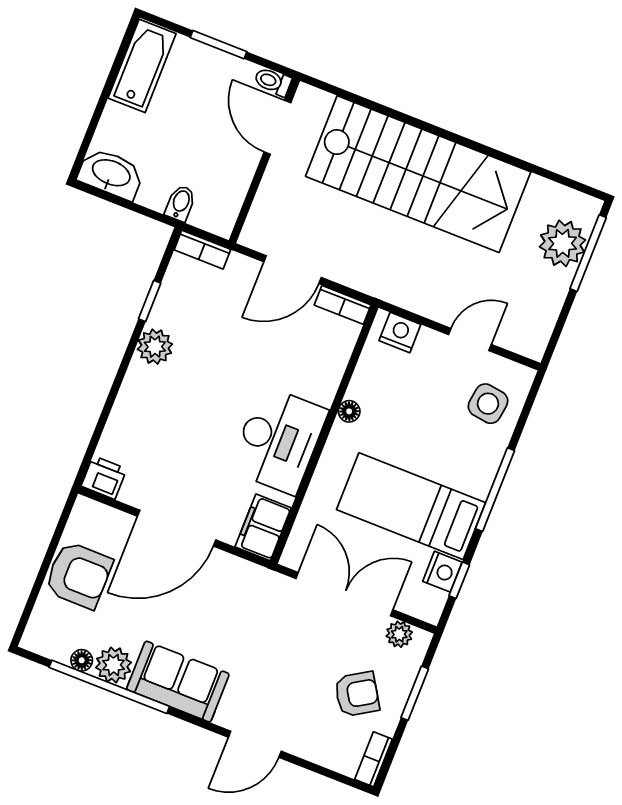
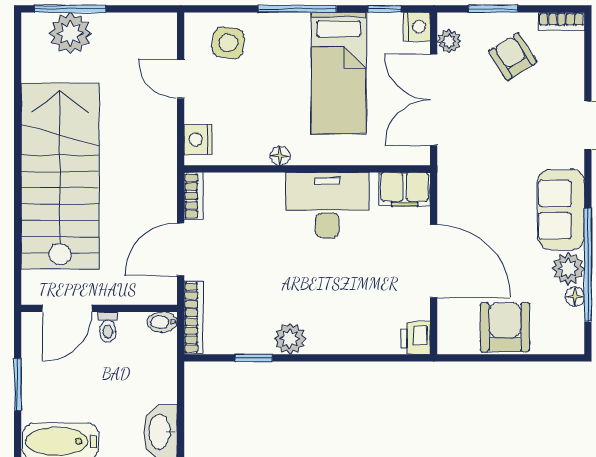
toilet: (273, 82) -> (108, 327), moved
bidet: (180, 203) -> (162, 322), moved
bookcase: (202, 250) -> (194, 318), width x1.56
door: (293, 270) -> (181, 249), swing flipped
nightstand: (442, 572) -> (417, 27), moved, turned 90

